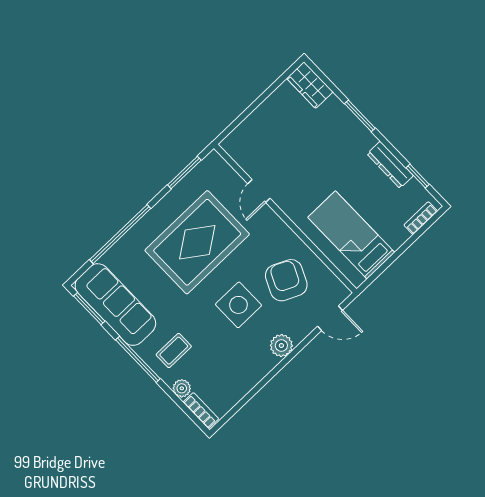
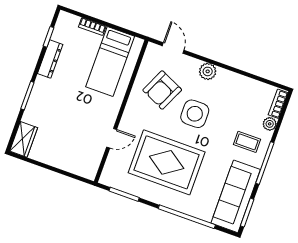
bookcase: (421, 218) -> (92, 27), moved

